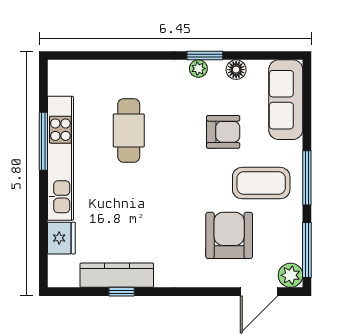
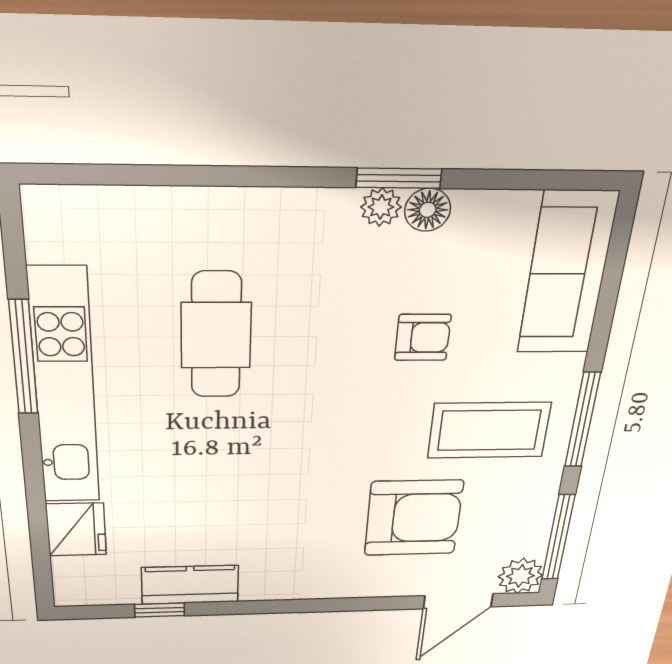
floor lamp: (236, 70) -> (428, 210), moved
armchair: (223, 132) -> (423, 337), width x0.72, depth x0.72
armchair: (229, 235) -> (414, 518), turned 90
kitchen counter: (117, 275) -> (190, 585), width x0.67
window: (122, 292) -> (160, 610), moved

